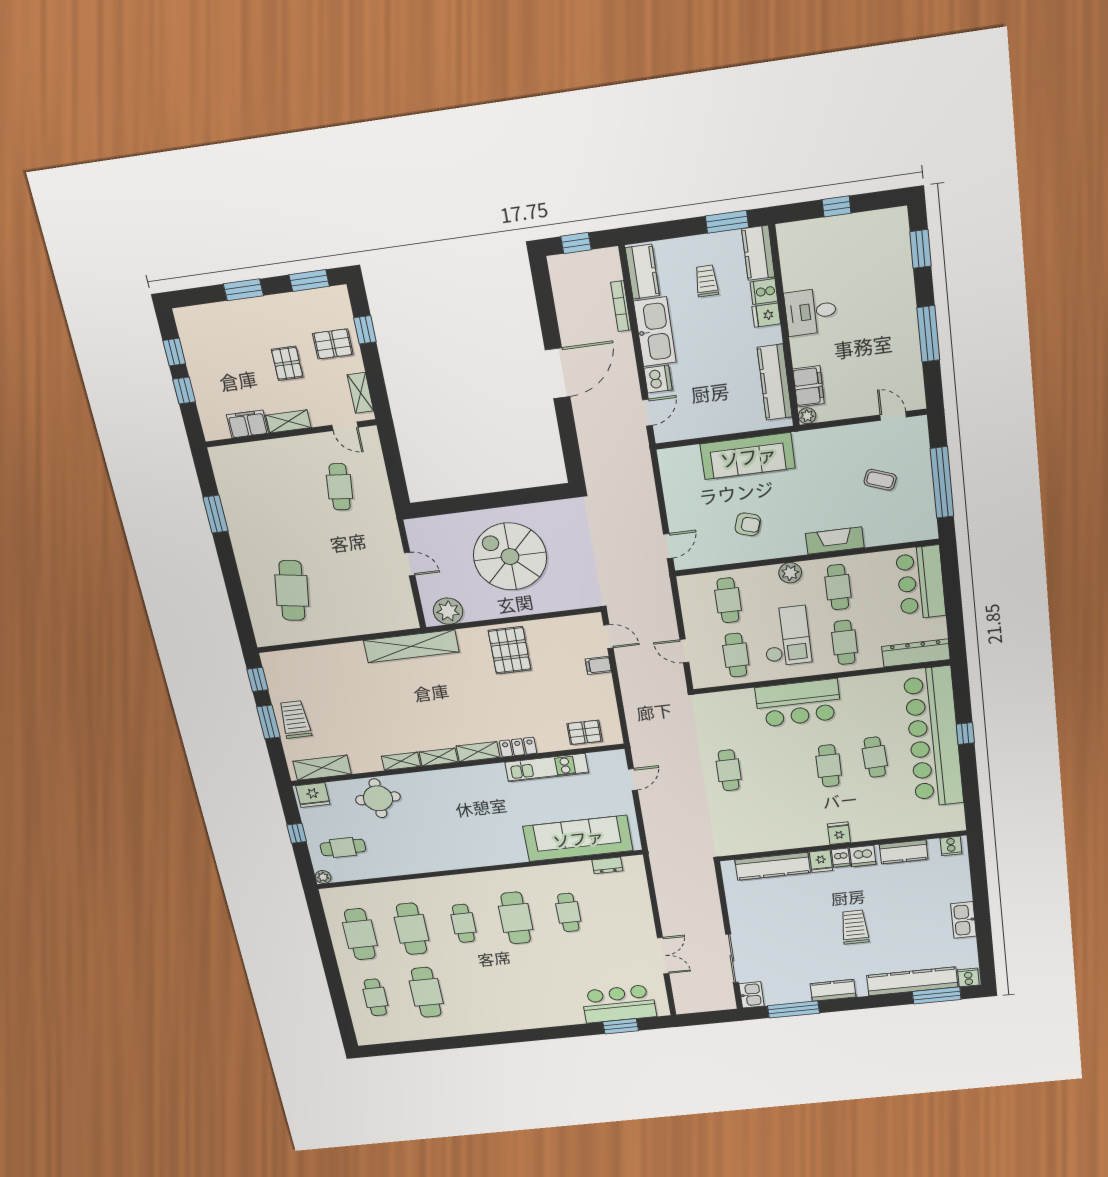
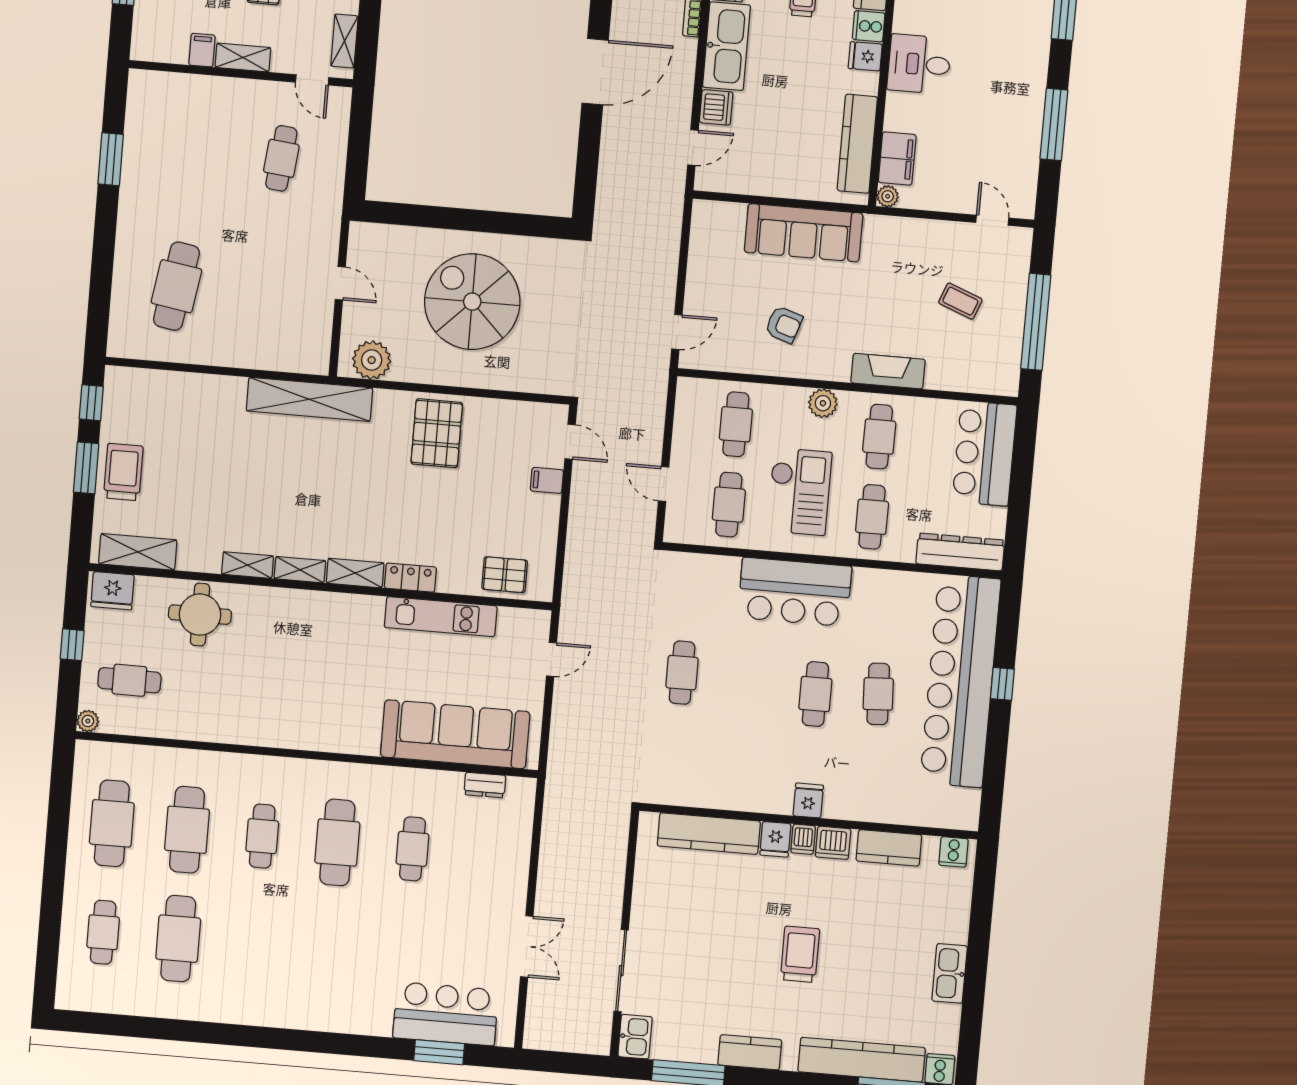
filing cabinet: (247, 424) -> (202, 50), width x0.50

